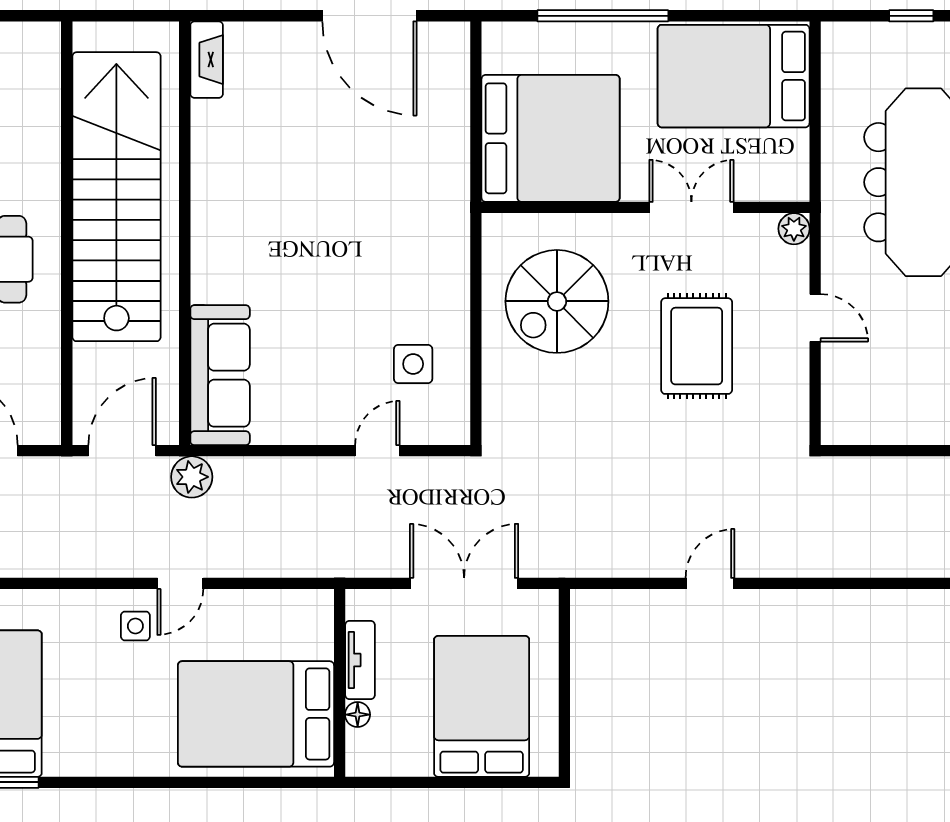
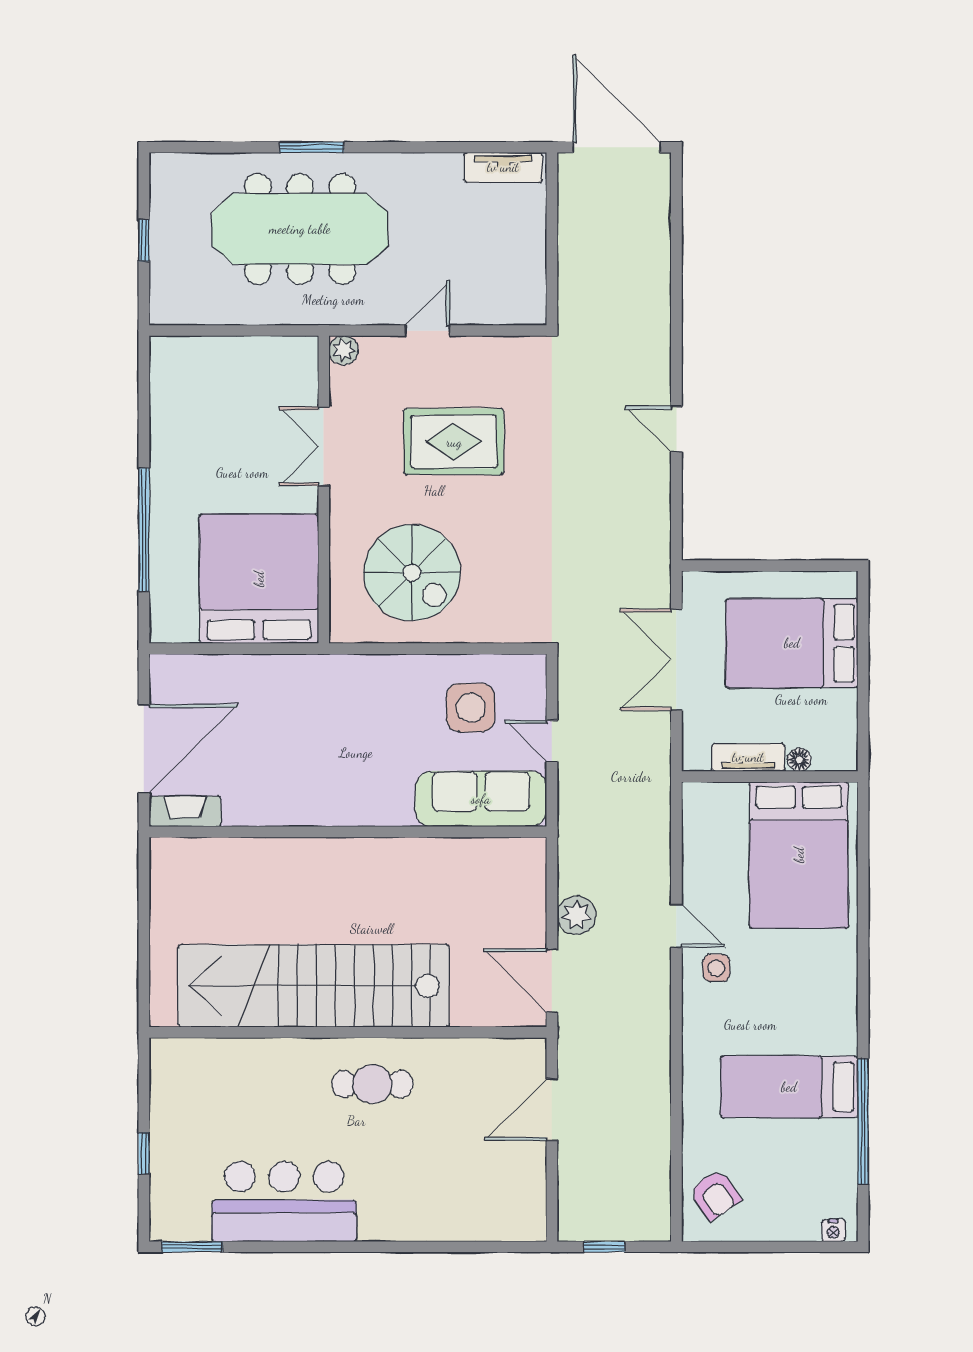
fireplace: (207, 60) -> (185, 811), moved
bed: (734, 76) -> (200, 407), removed
wall: (185, 233) -> (348, 832), moved
side table: (413, 364) -> (471, 708), width x1.37, depth x1.37
sofa: (220, 375) -> (481, 799), moved

